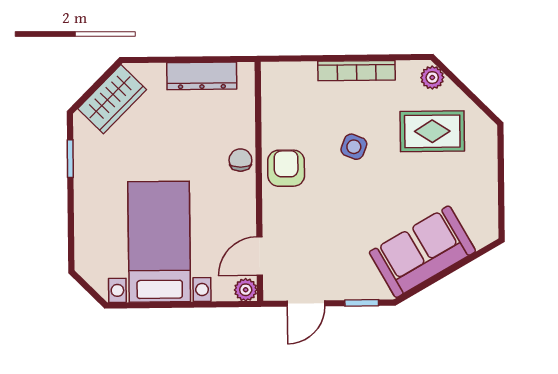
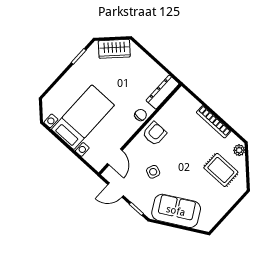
dresser: (202, 76) -> (163, 92), moved, turned 90
side table: (354, 147) -> (153, 172), moved
door: (260, 256) -> (115, 157), swing flipped
plant: (246, 290) -> (98, 164), removed

